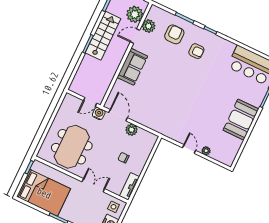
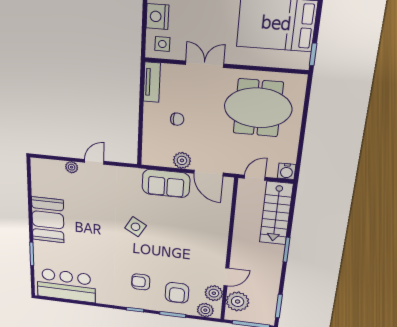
plant: (160, 14) -> (205, 310), added
stairs: (103, 36) -> (276, 213), moved
sofa: (132, 67) -> (166, 183), moved, turned -90
side table: (182, 94) -> (136, 227), added
water cooler: (99, 114) -> (287, 171), moved
meeting table: (72, 147) -> (258, 108), turned 90
door: (189, 149) -> (94, 162), swing flipped
double door: (93, 185) -> (205, 64), swing flipped

